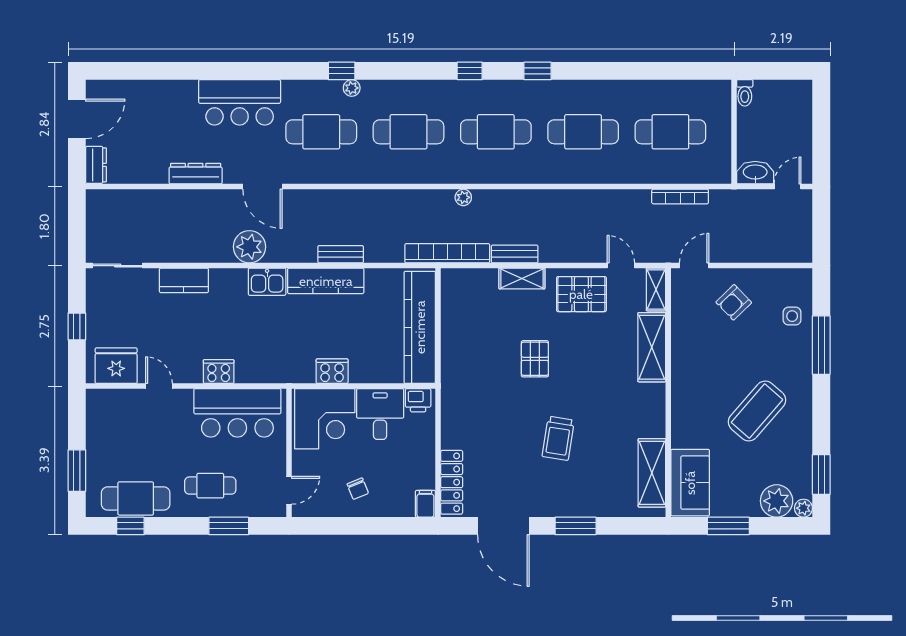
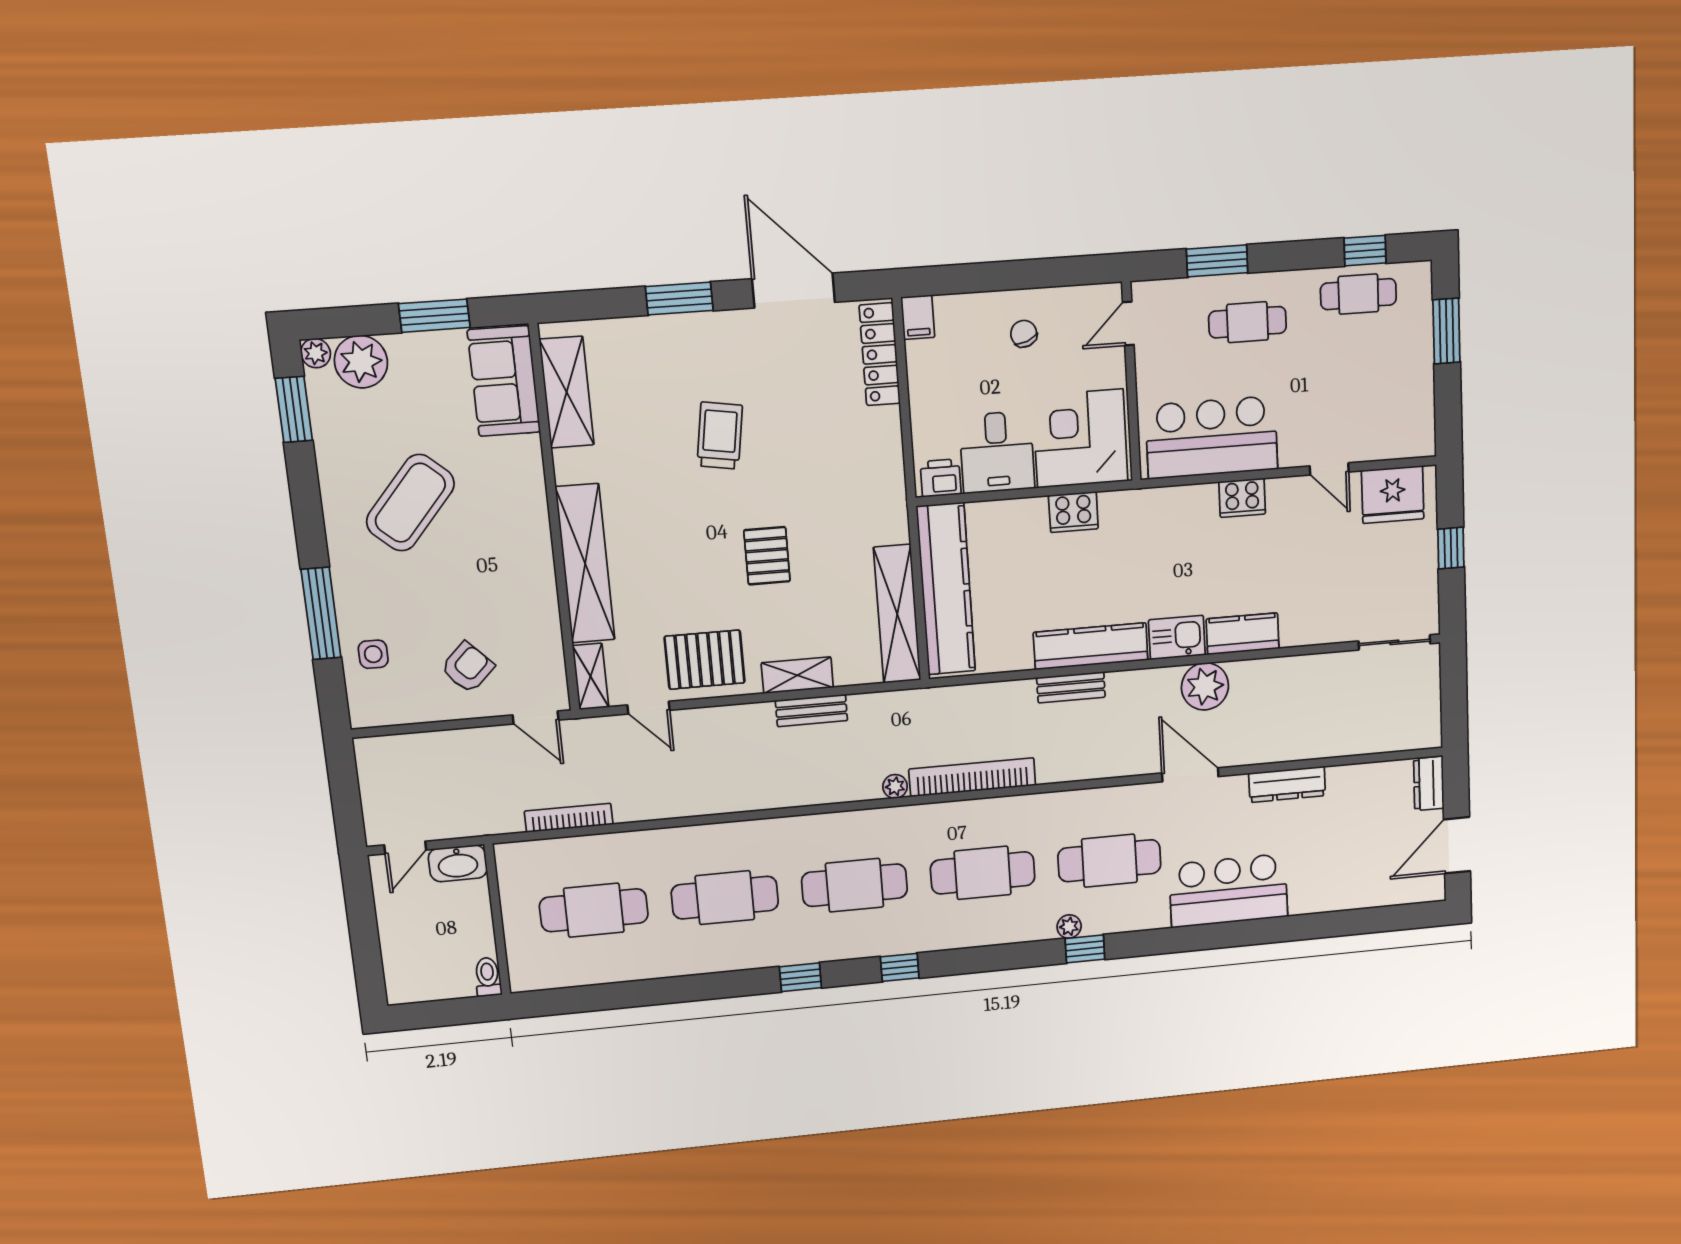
bookcase: (447, 253) -> (972, 777), moved, turned 180
door: (694, 266) -> (536, 718), hinge flipped
kitchen counter: (184, 280) -> (1243, 634), moved
shelving: (453, 313) -> (897, 614), added
shelving: (652, 347) -> (585, 564), width x1.47
cafe table: (136, 498) -> (1358, 294), width x0.73, depth x0.74

